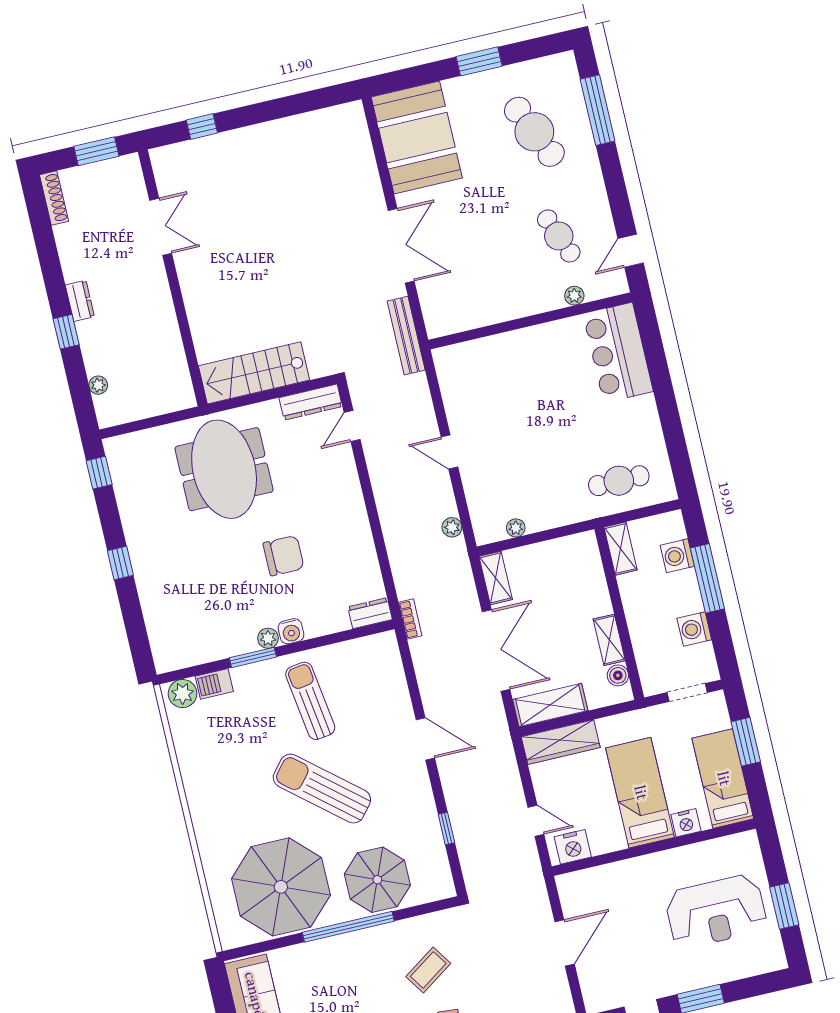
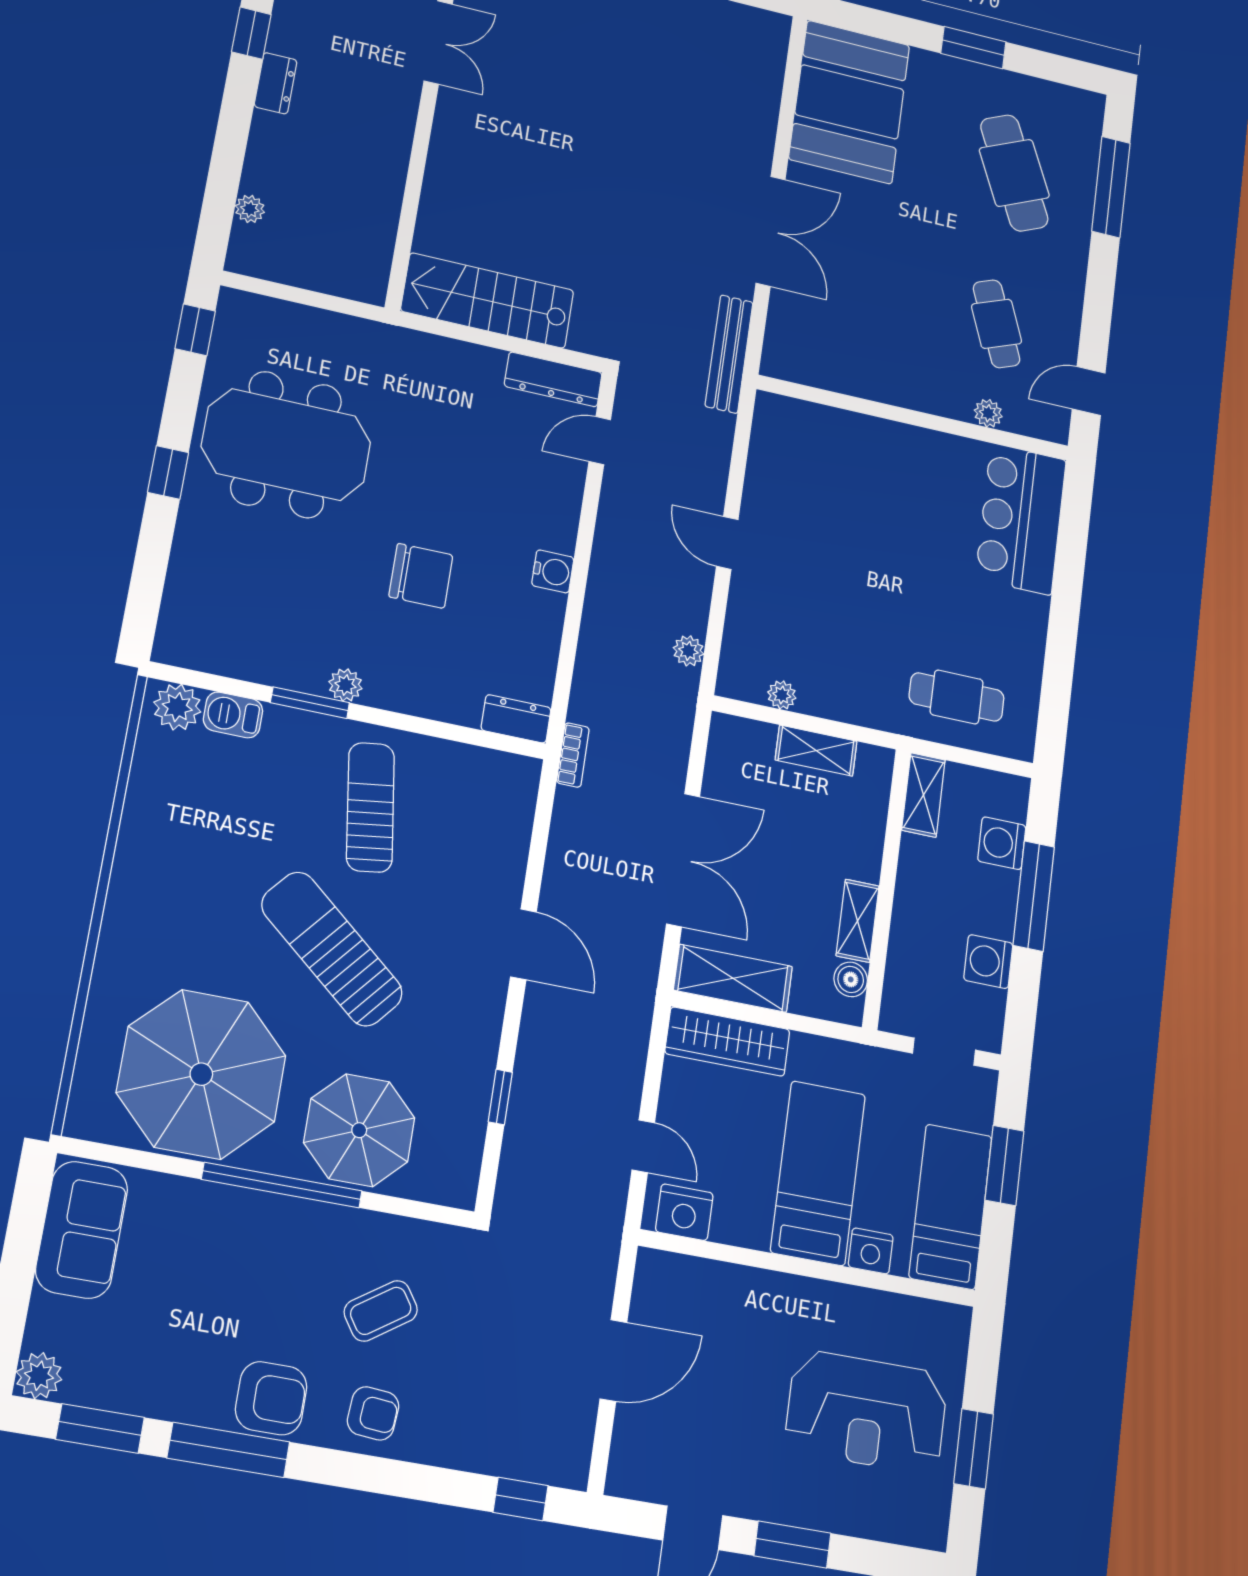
window: (66, 332) -> (251, 33), moved
meeting table: (224, 469) -> (286, 445), moved, turned 90
shelving: (496, 578) -> (816, 751), moved, turned 90
water cooler: (291, 631) -> (553, 571), moved, turned -90

